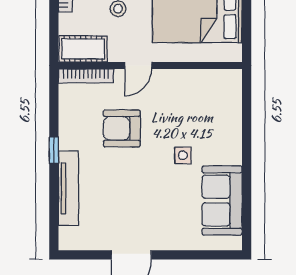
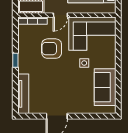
corner sofa: (198, 100) -> (92, 34), added
tv unit: (68, 188) -> (23, 94), moved

